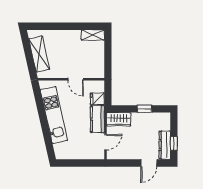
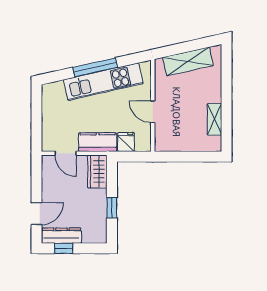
shelving: (93, 35) -> (214, 119), moved
door: (76, 79) -> (153, 112), hinge flipped
window: (44, 121) -> (95, 67), added
door: (149, 163) -> (37, 214), swing flipped

